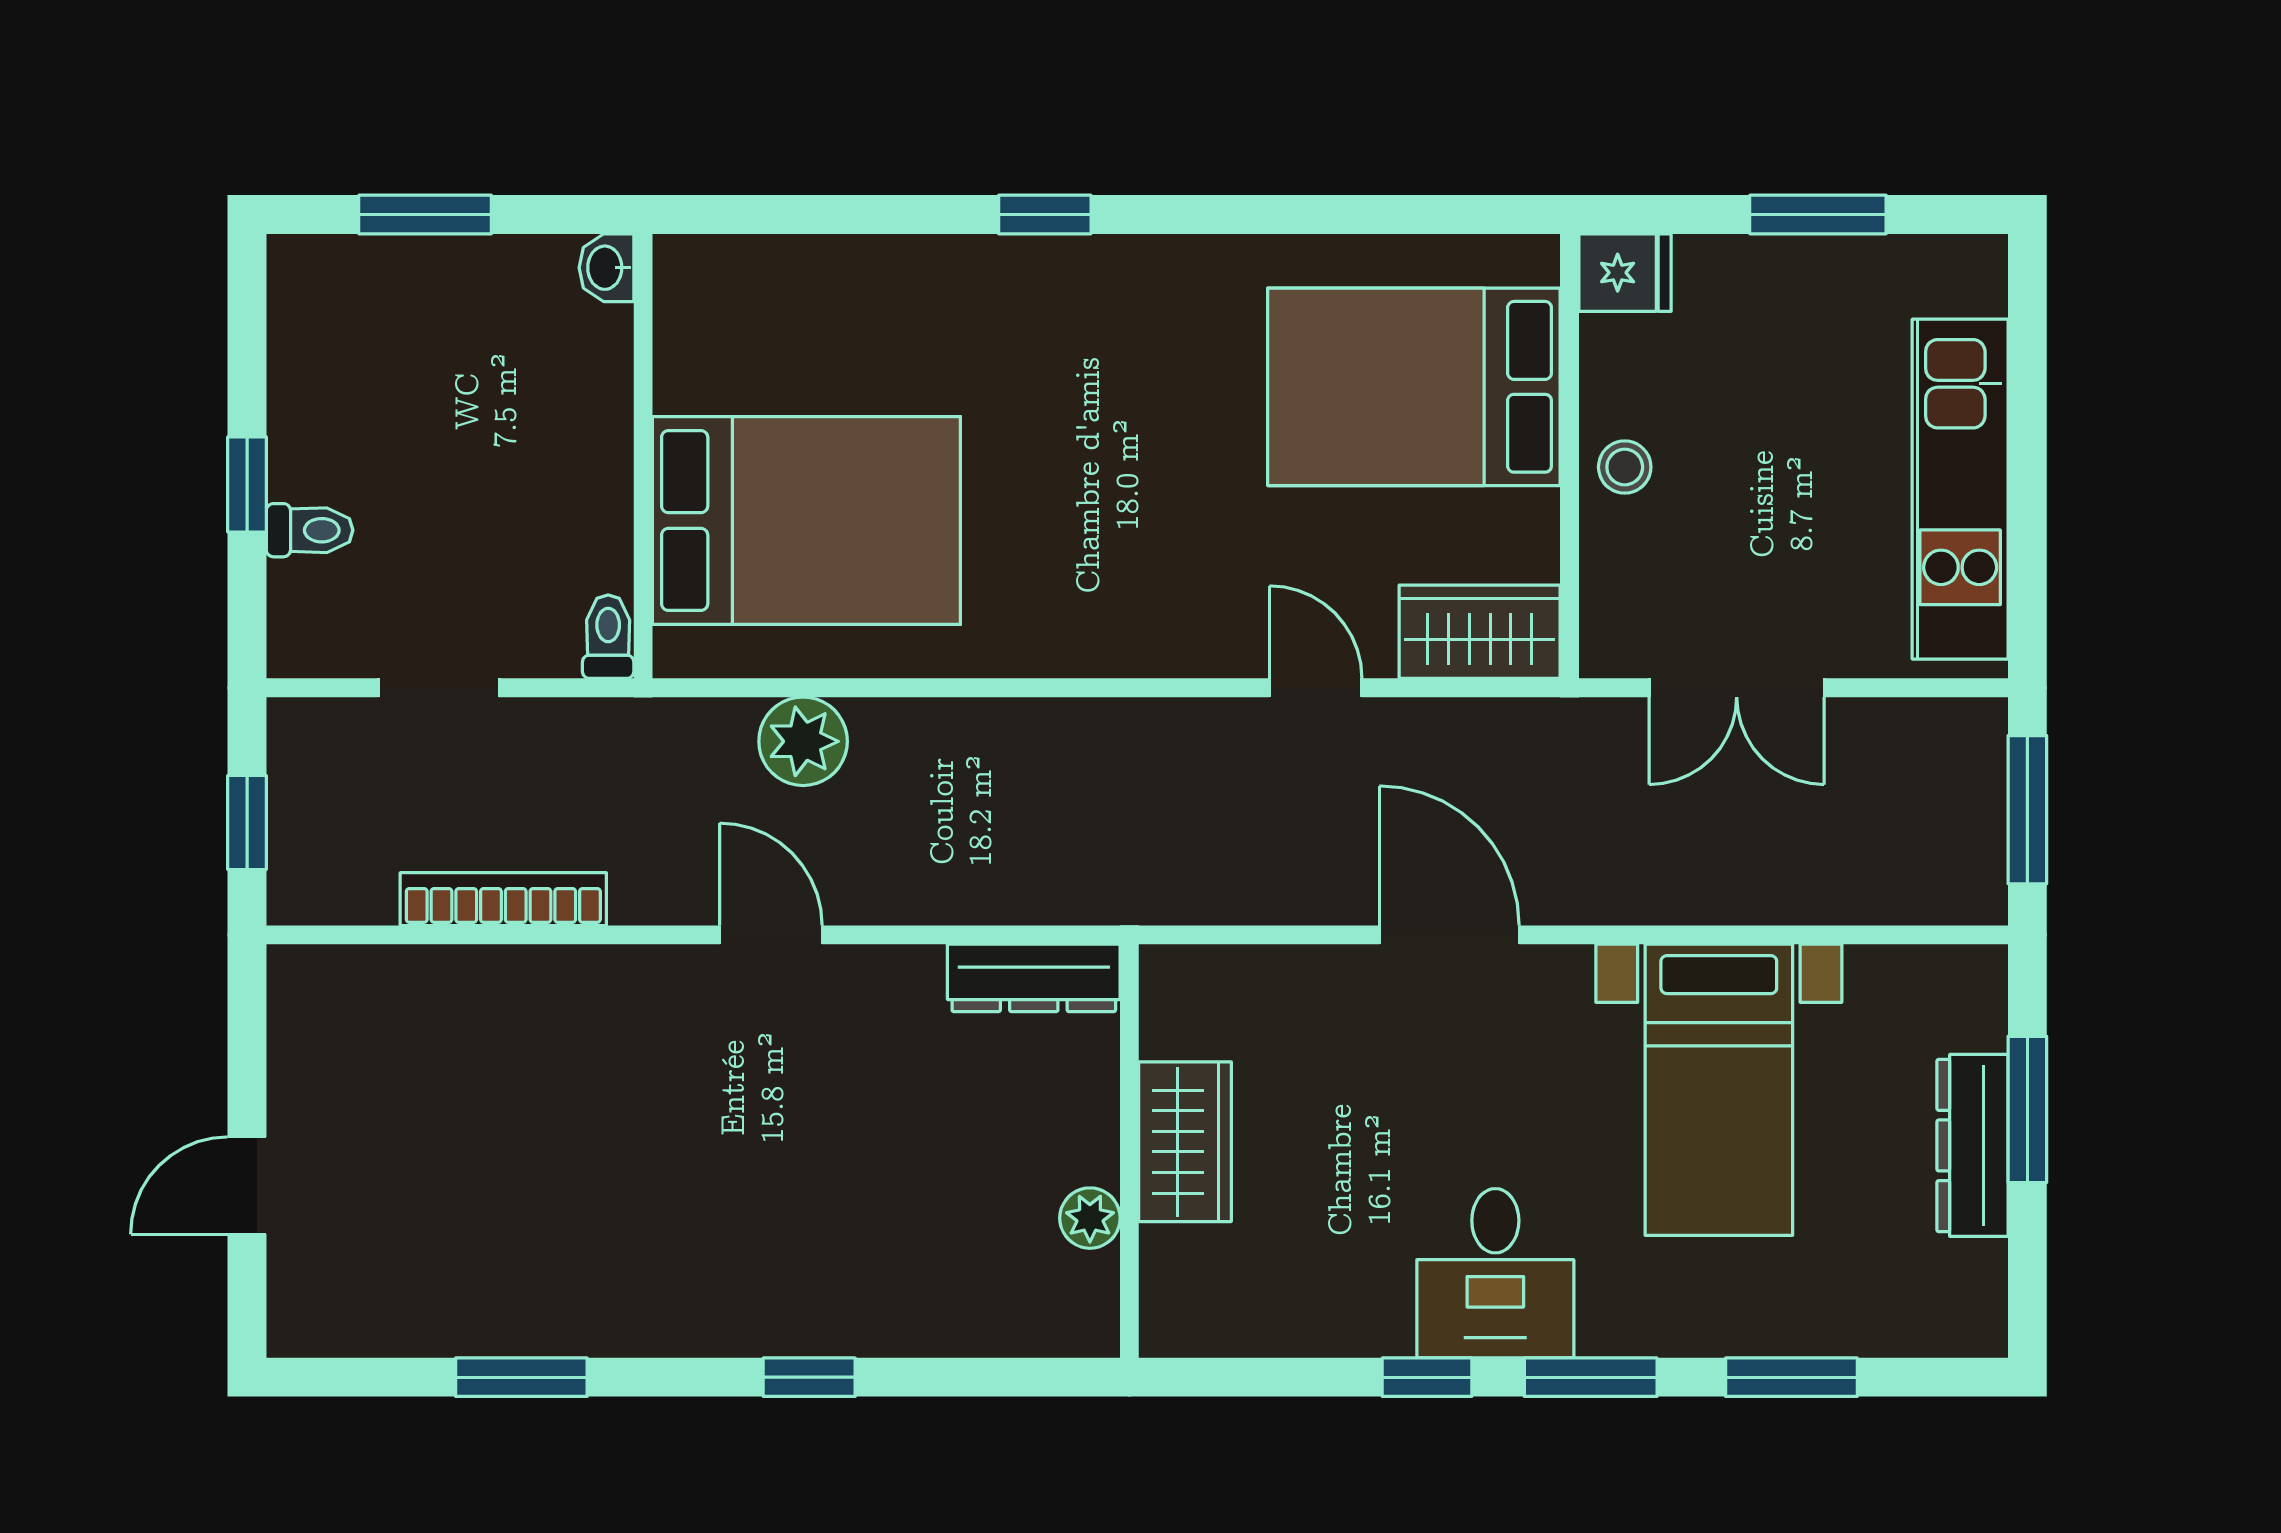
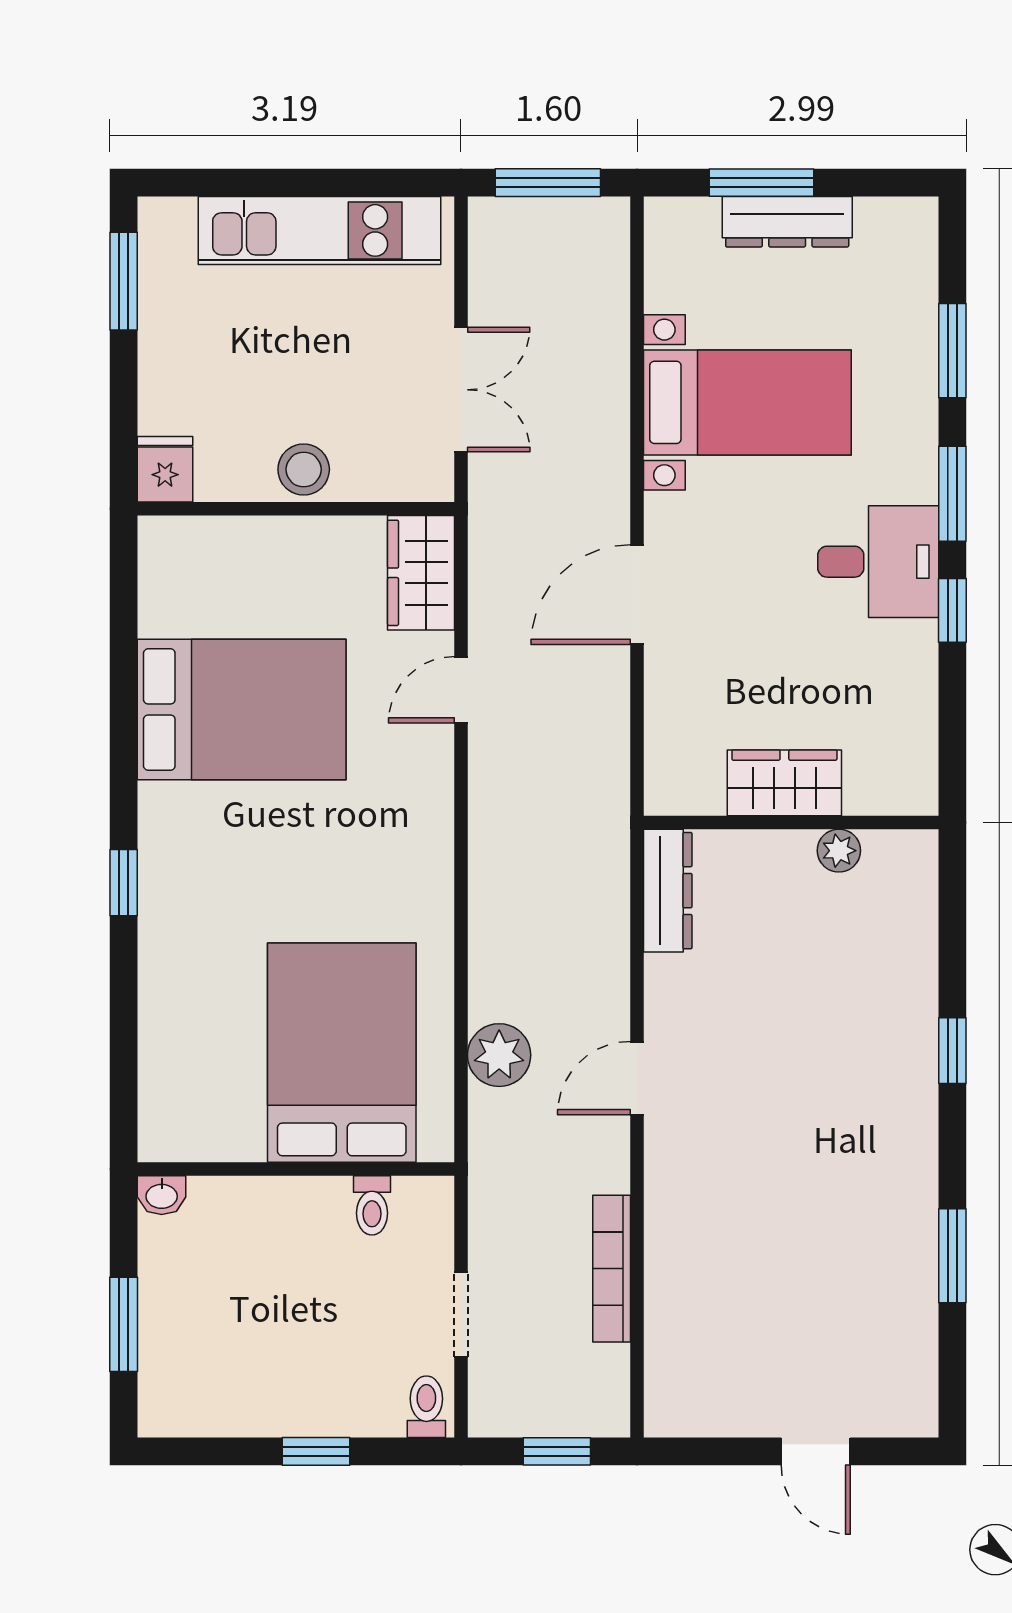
window: (1818, 214) -> (124, 281), moved
bed: (1414, 387) -> (242, 709), moved, turned -90
stool: (1625, 467) -> (304, 469), width x1.37, depth x1.37
toilet: (310, 530) -> (426, 1407), moved
toilet: (608, 637) -> (372, 1205), moved, turned -90

